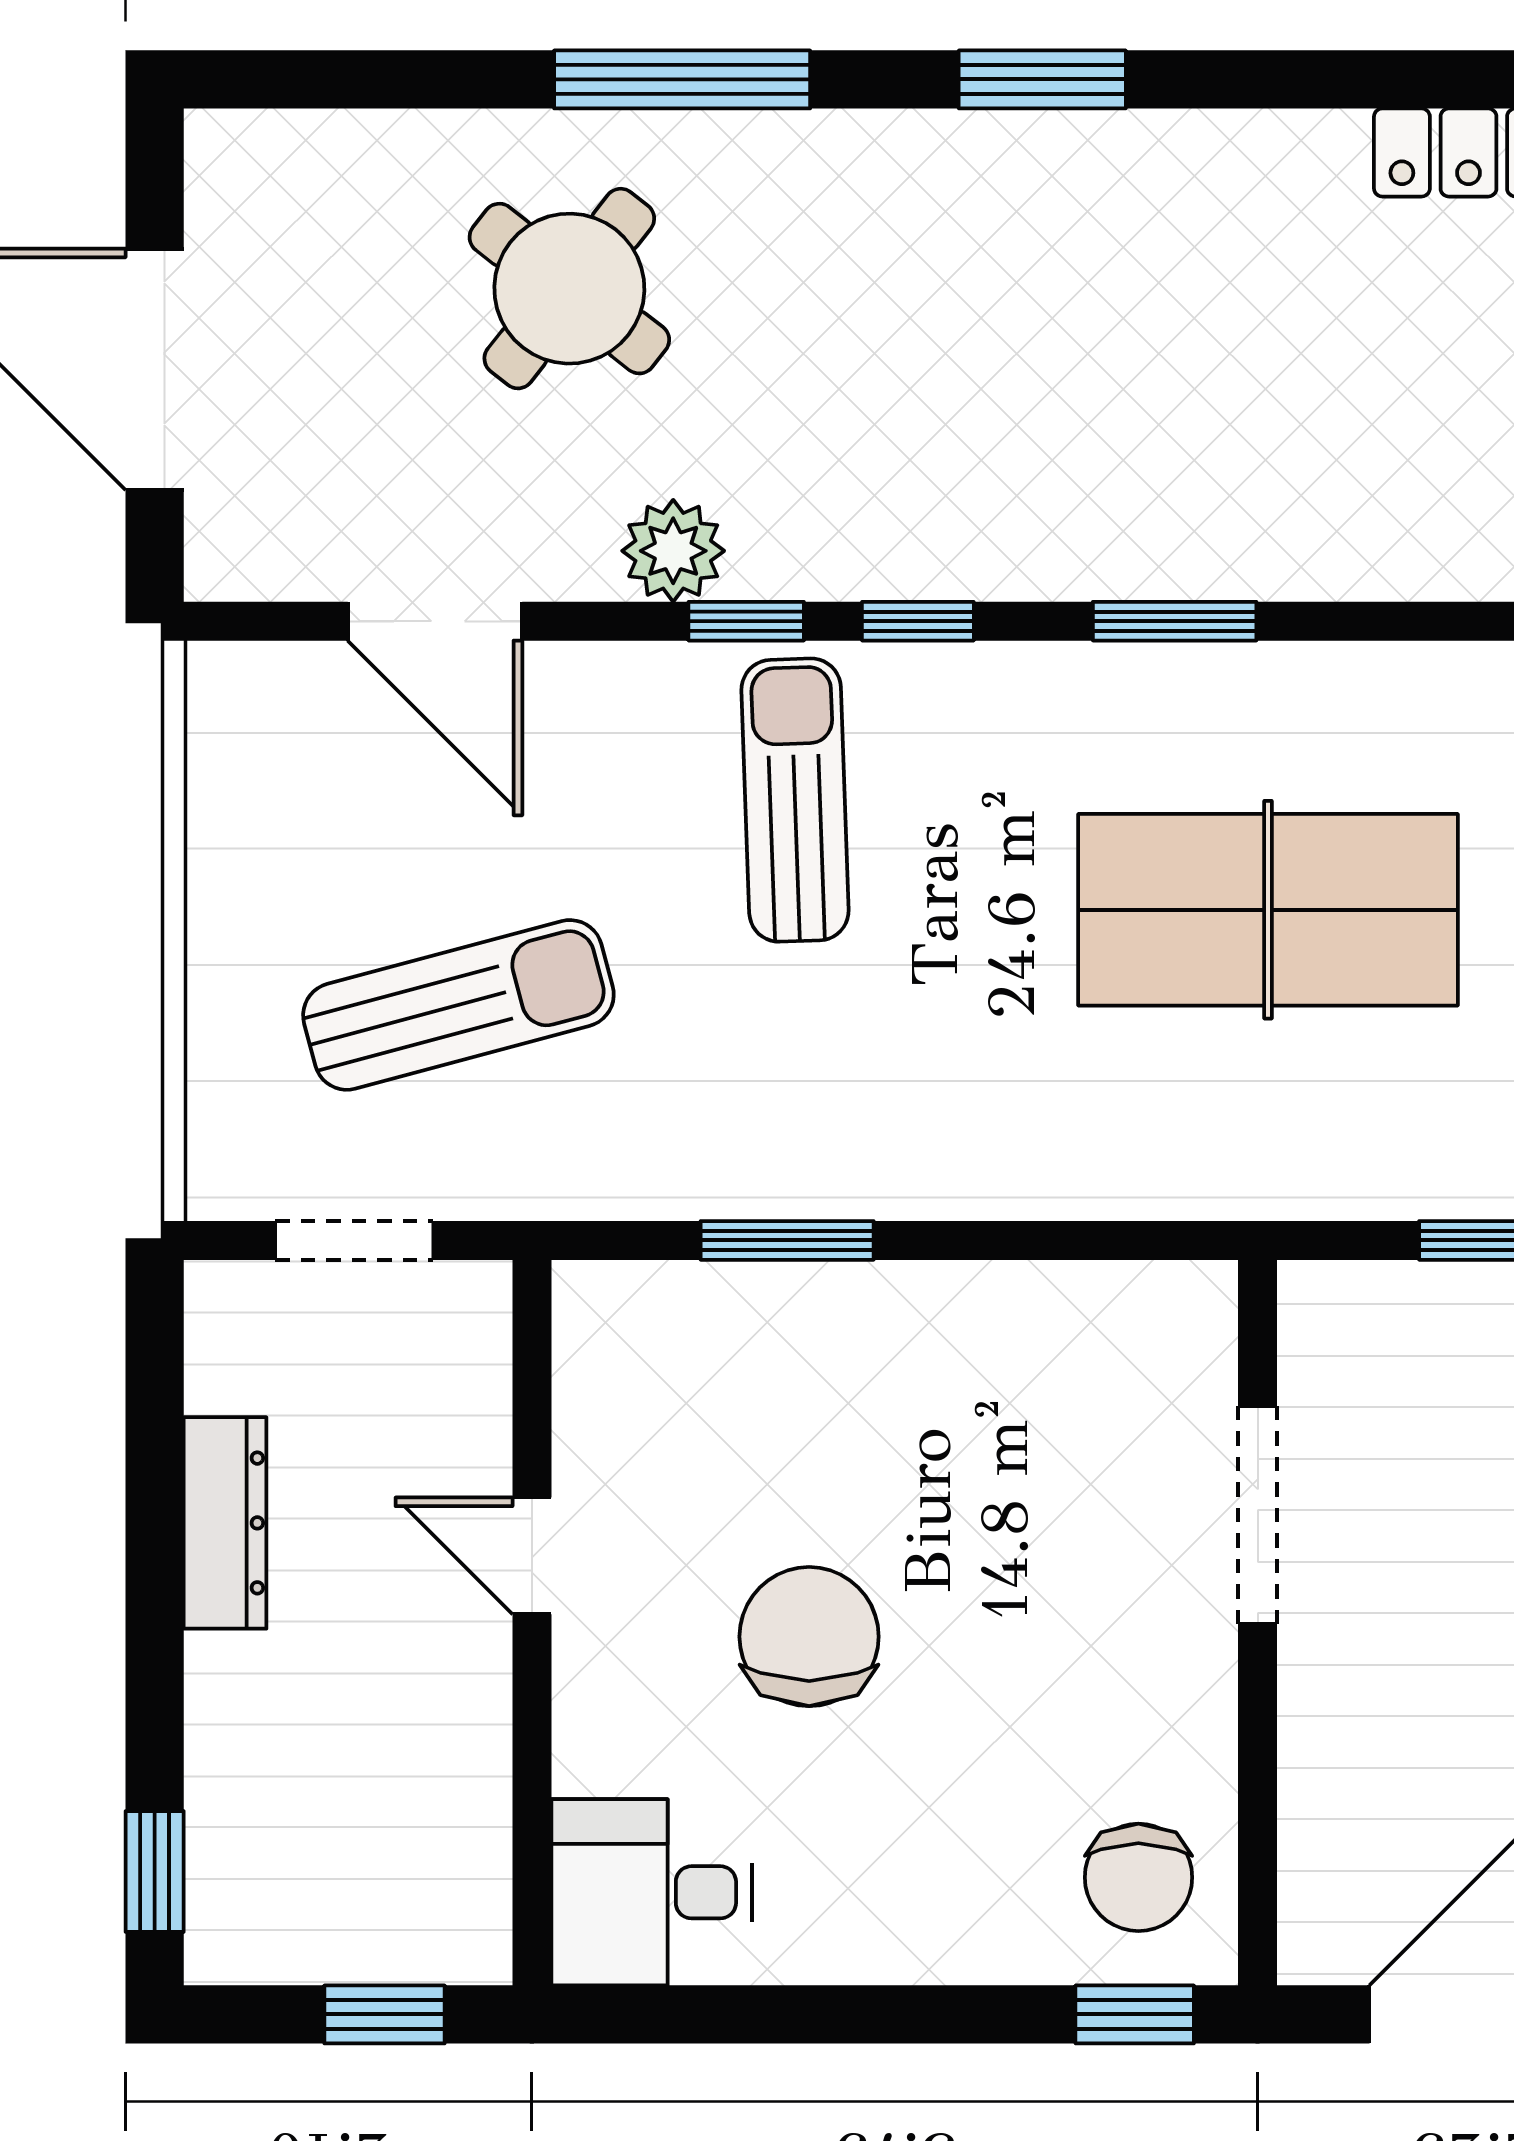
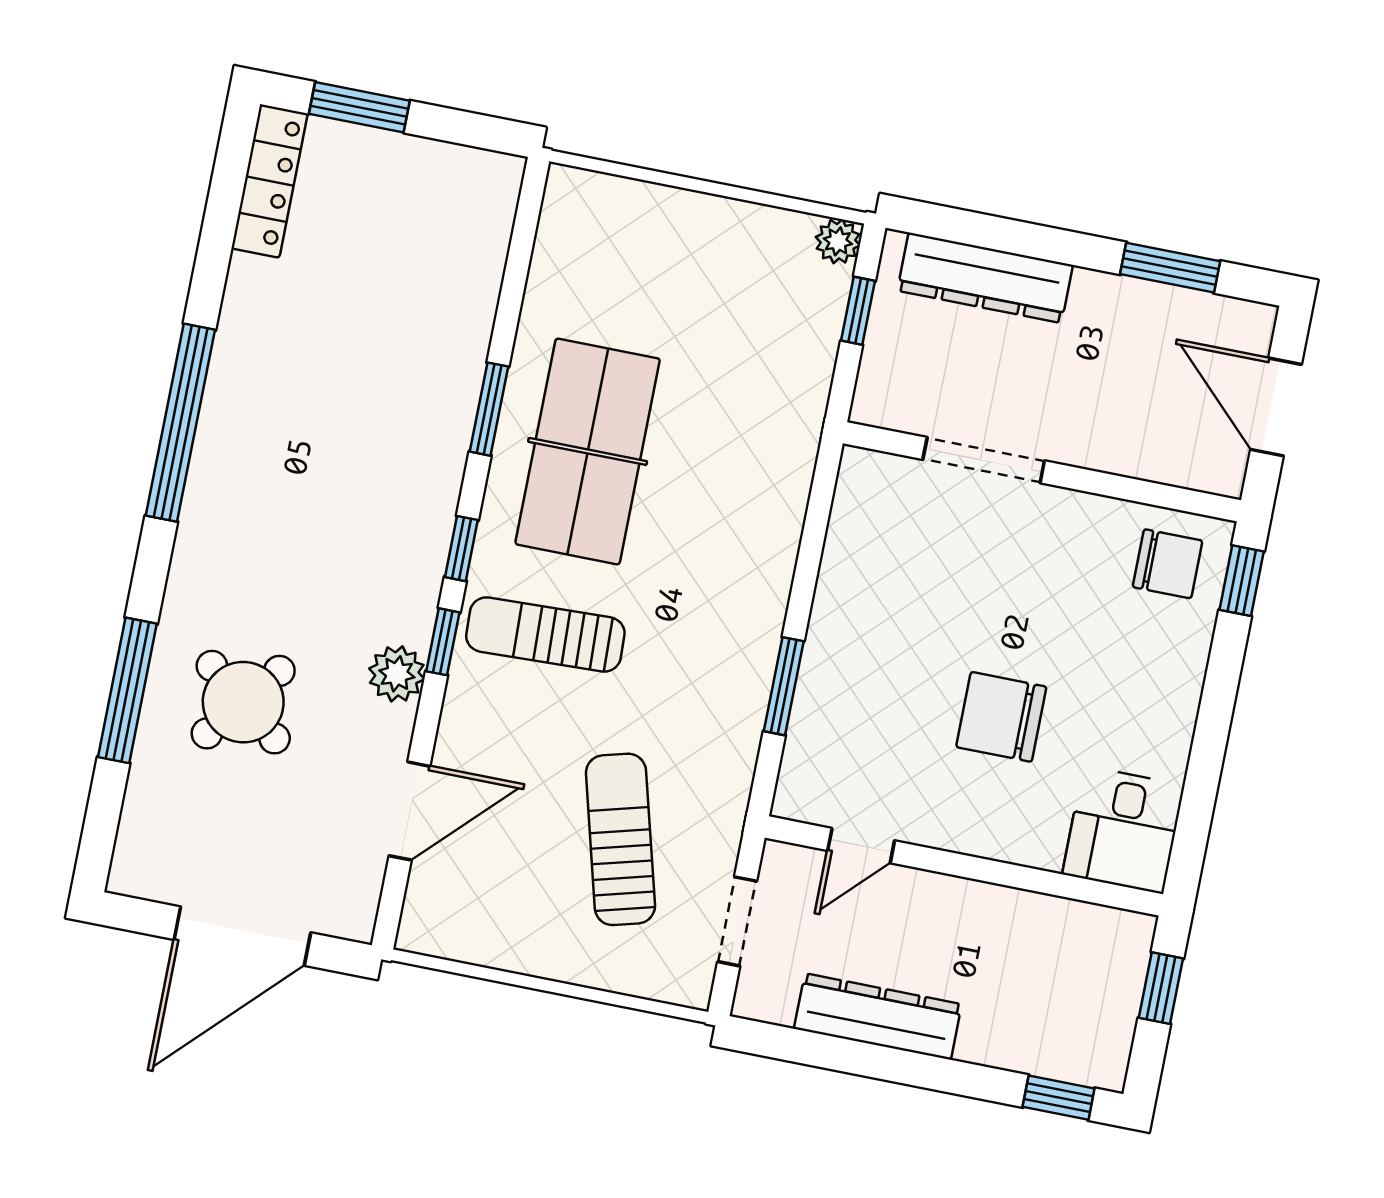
window: (682, 79) -> (127, 690), moved
window: (1042, 79) -> (180, 423), width x2.11
table tennis table: (1268, 910) -> (588, 451), moved
dresser: (225, 1523) -> (878, 1016), width x1.37, depth x1.24
door: (532, 1556) -> (861, 846), moved

